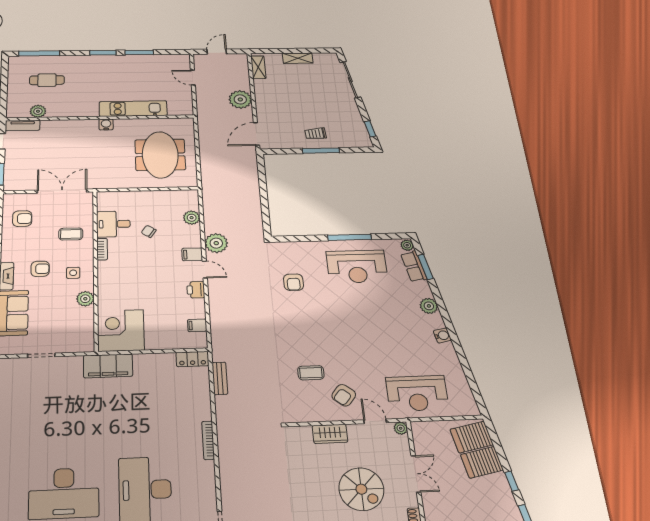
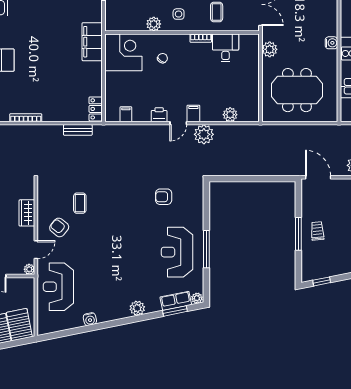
plant: (114, 181) -> (270, 49), added
chair: (149, 231) -> (162, 58), moved
water cooler: (442, 335) -> (90, 319), moved

